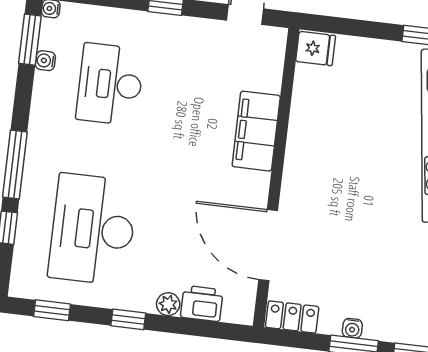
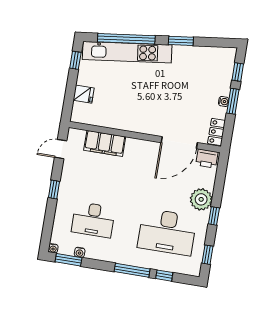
fridge: (316, 49) -> (84, 94), moved, turned 90
filing cabinet: (256, 131) -> (105, 143), moved
printer: (202, 303) -> (207, 158), moved, turned -90
plant: (168, 304) -> (201, 199), width x1.87, depth x1.87

